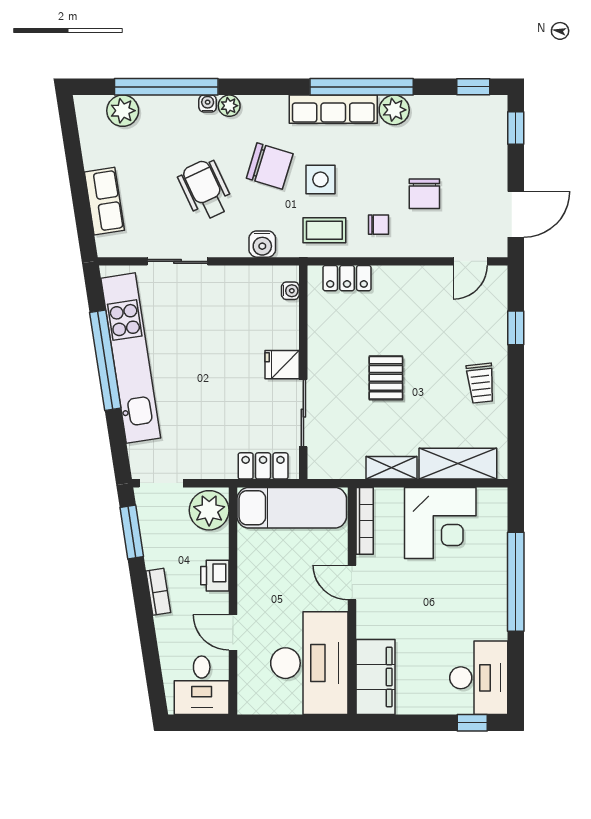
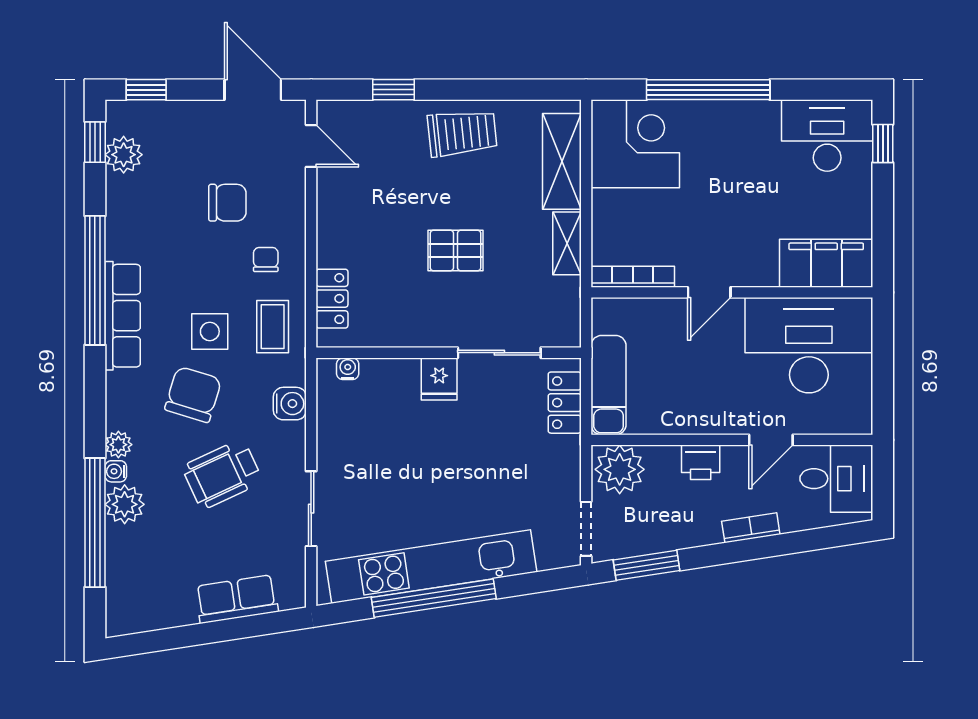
plant: (394, 110) -> (124, 155), moved
plant: (123, 111) -> (125, 504), moved
trolley: (481, 383) -> (462, 133), width x1.36, depth x1.39
exam couch: (292, 508) -> (609, 385), width x0.73, depth x0.69
corner desk: (440, 523) -> (635, 144), moved
bookcase: (158, 592) -> (751, 528), moved

